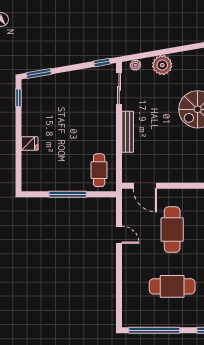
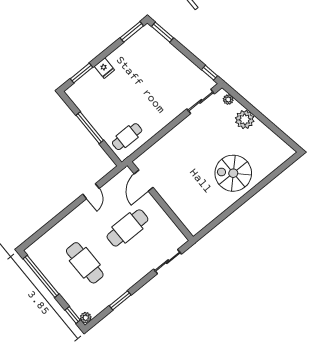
window: (18, 98) -> (132, 32), width x1.50
bench: (128, 132) -> (173, 134), removed
window: (18, 165) -> (81, 73), added

